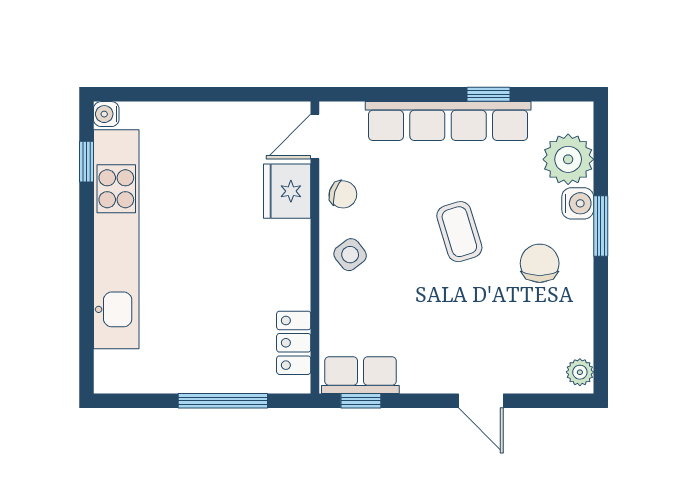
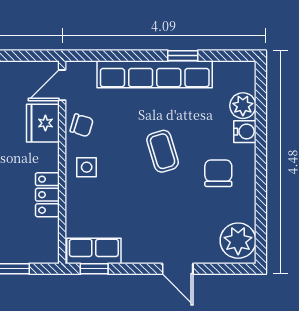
plant: (568, 159) -> (243, 106), width x0.73, depth x0.73
window: (601, 226) -> (261, 147), removed
side table: (350, 255) -> (87, 167), turned 38
locker: (294, 343) -> (47, 195), moved
plant: (580, 372) -> (238, 241), width x1.87, depth x1.87

